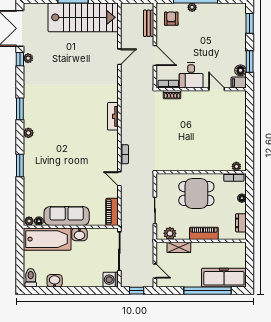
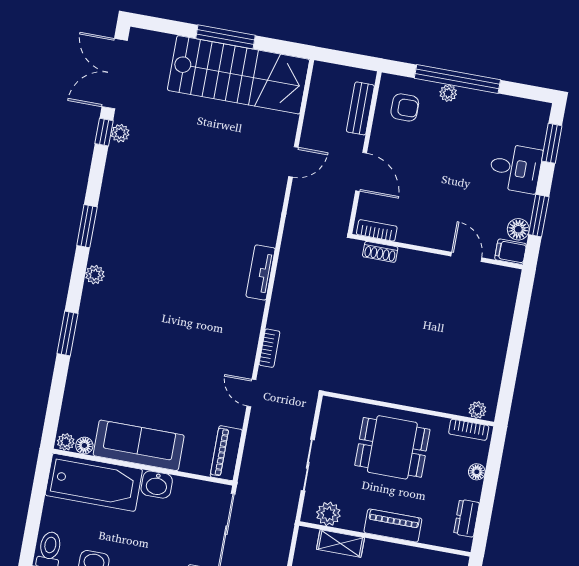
armchair: (171, 19) -> (405, 107), turned 90
desk: (191, 75) -> (515, 168), moved, turned -90

